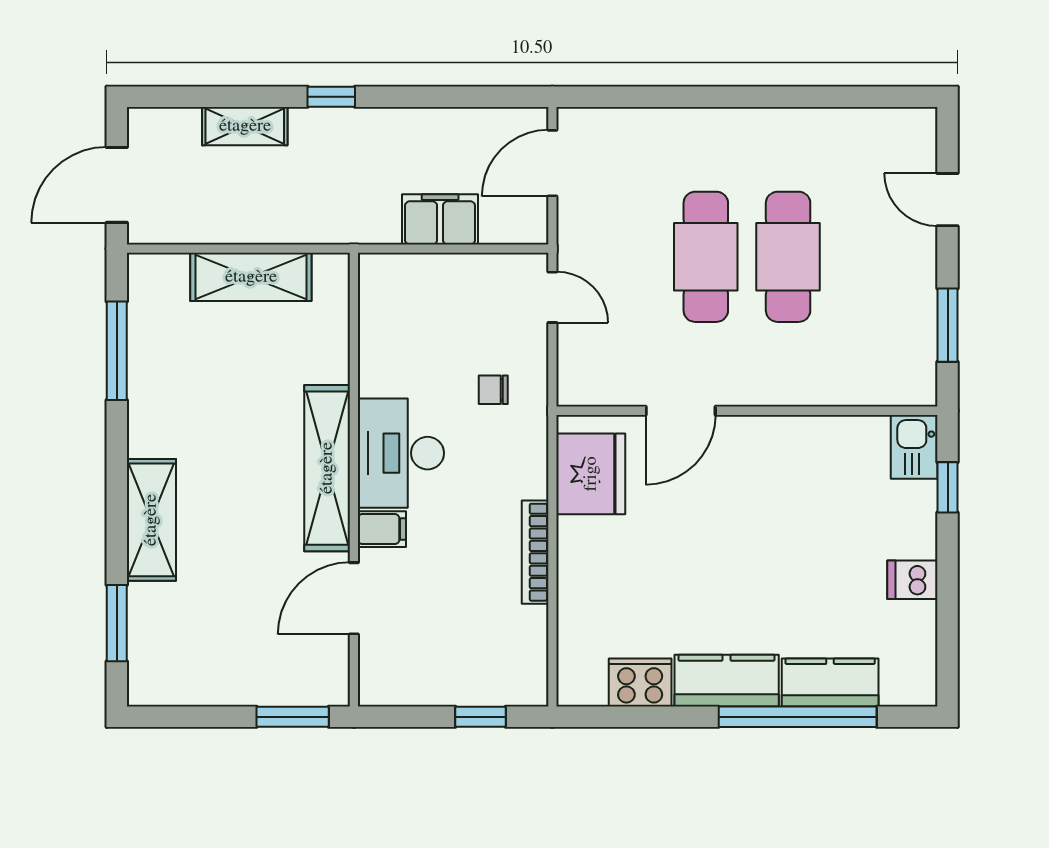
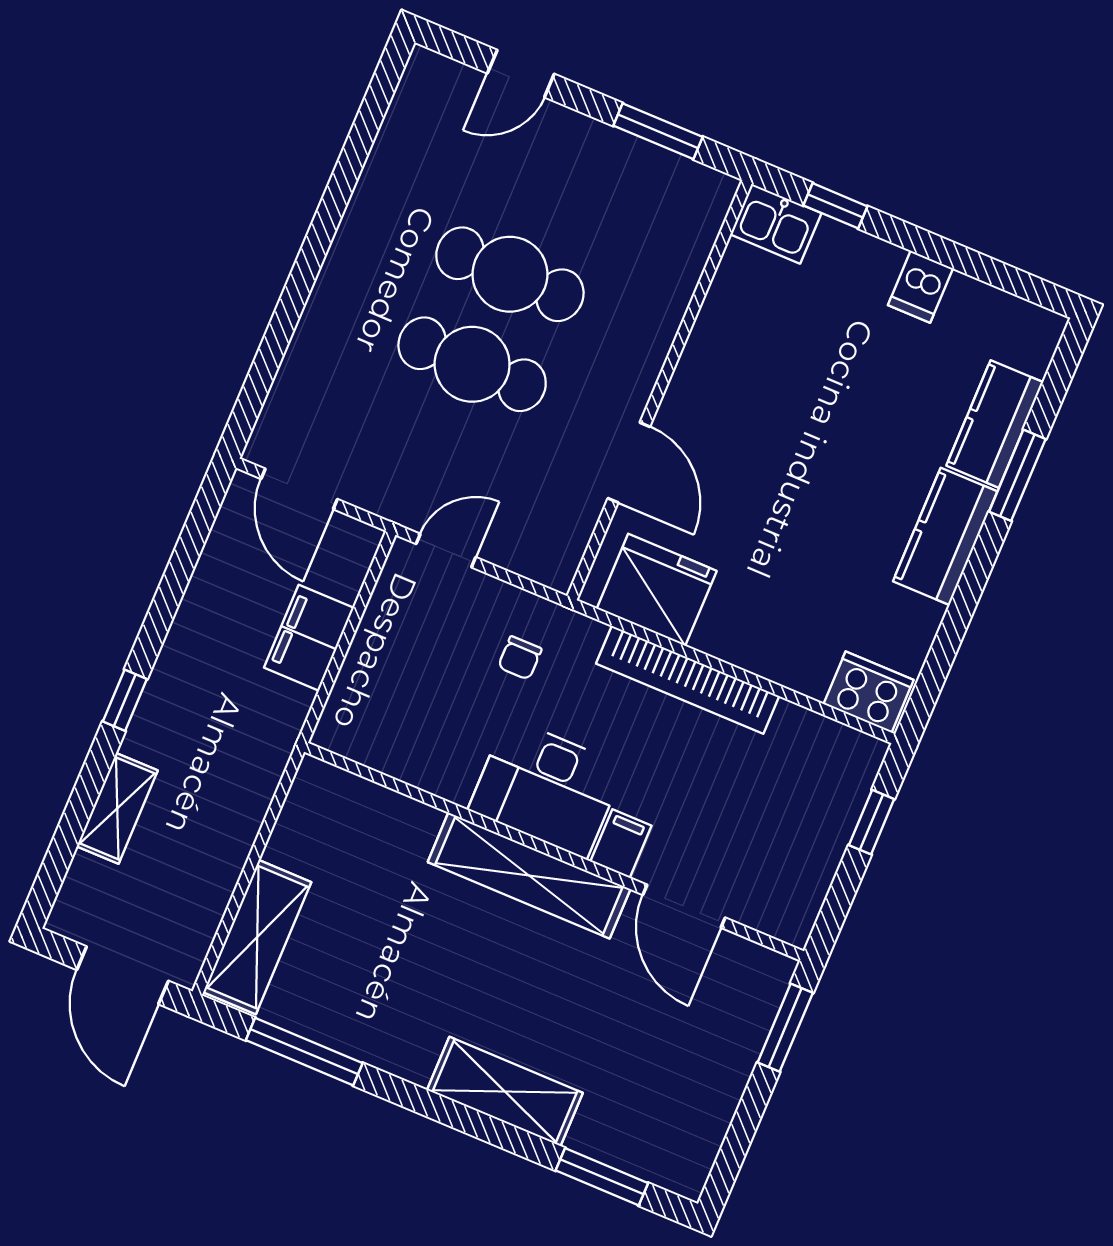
shelving: (251, 277) -> (257, 937), moved
bookcase: (535, 552) -> (688, 680), width x1.48, depth x1.31
cooker: (640, 682) -> (869, 692), moved, turned 90
window: (798, 717) -> (1017, 475), width x0.47

